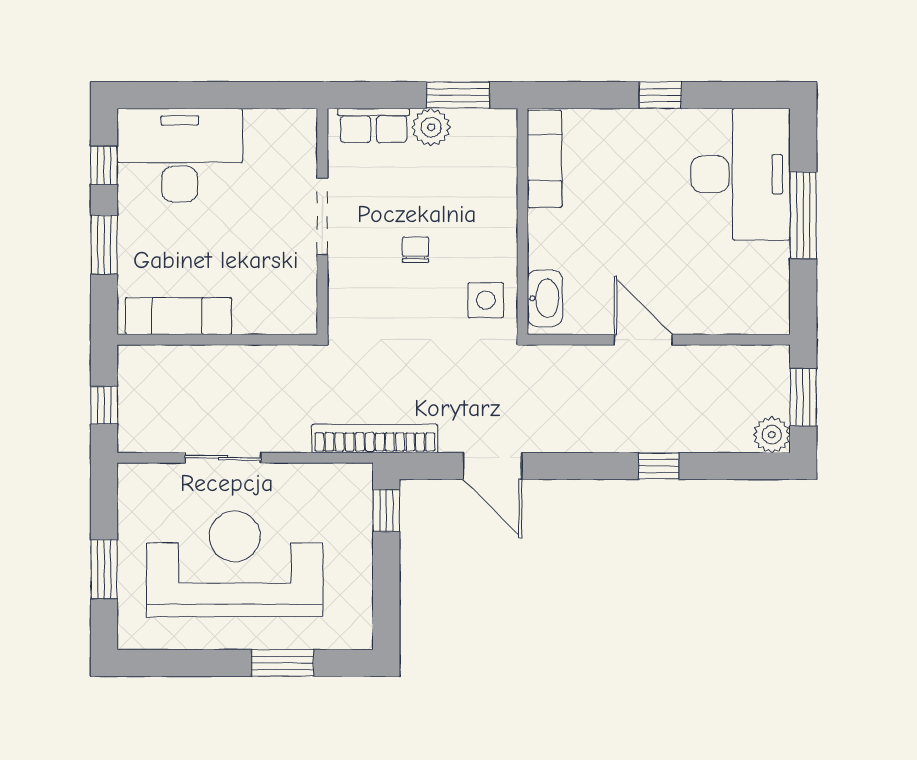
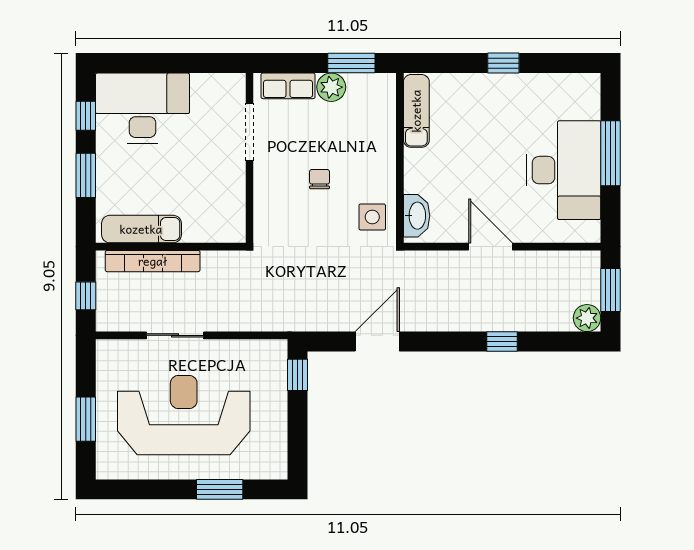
desk: (741, 174) -> (564, 170), moved
doorway: (322, 216) -> (250, 132), moved
bookcase: (375, 439) -> (153, 261), moved, turned 180
door: (492, 466) -> (377, 342), swing flipped

